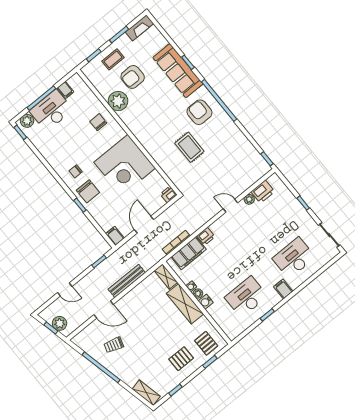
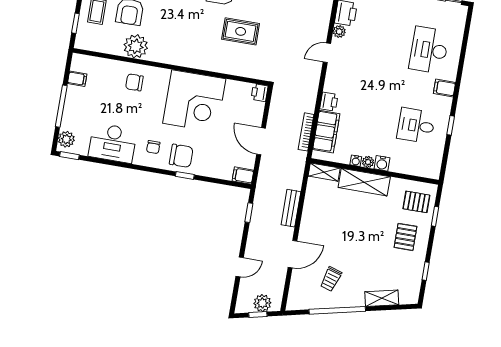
desk: (51, 110) -> (113, 143), moved, turned -90
bench: (127, 281) -> (291, 208), width x0.73
desk: (246, 297) -> (416, 126), width x0.73
shelving: (146, 393) -> (382, 298), moved

